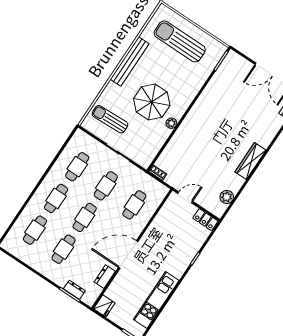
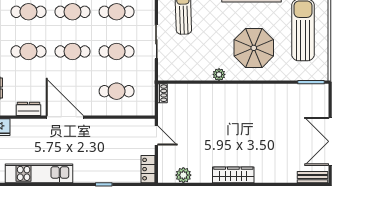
parasol: (152, 102) -> (254, 48), moved

